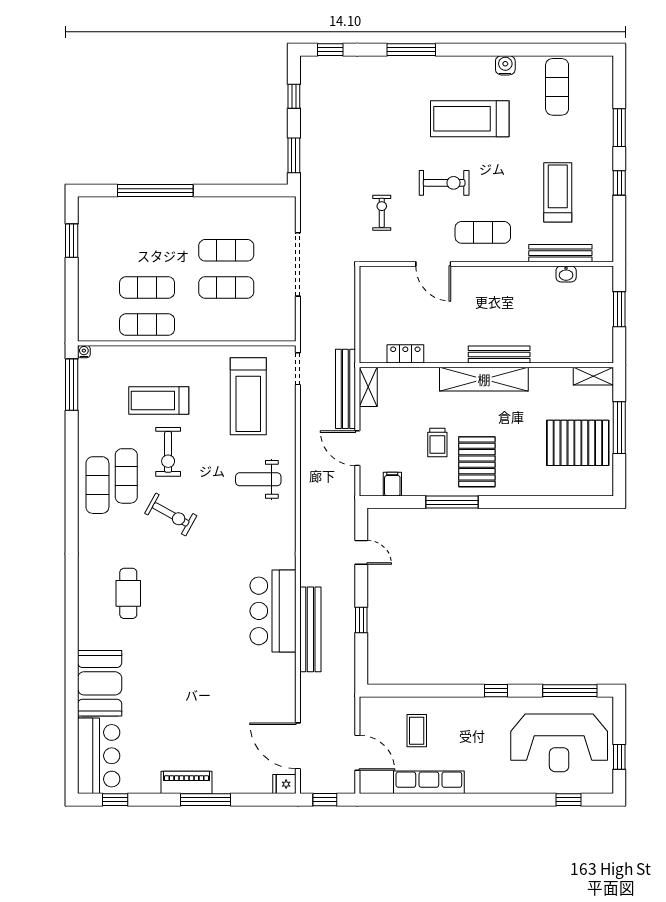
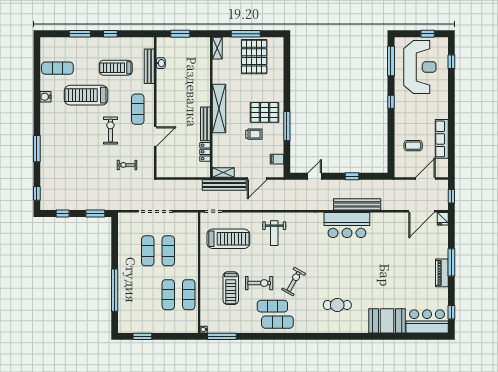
treadmill: (470, 119) -> (86, 95), moved, turned 90
bench: (499, 355) -> (205, 124), moved

